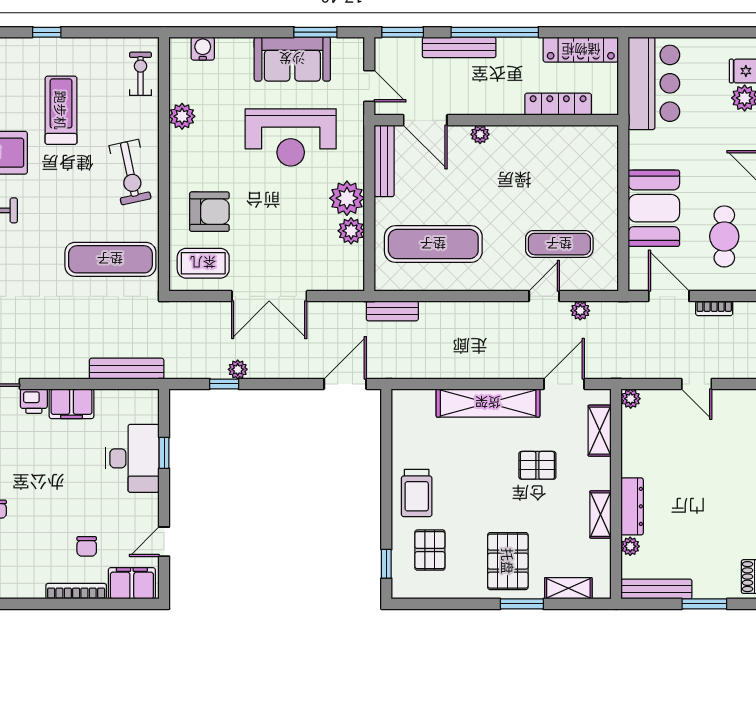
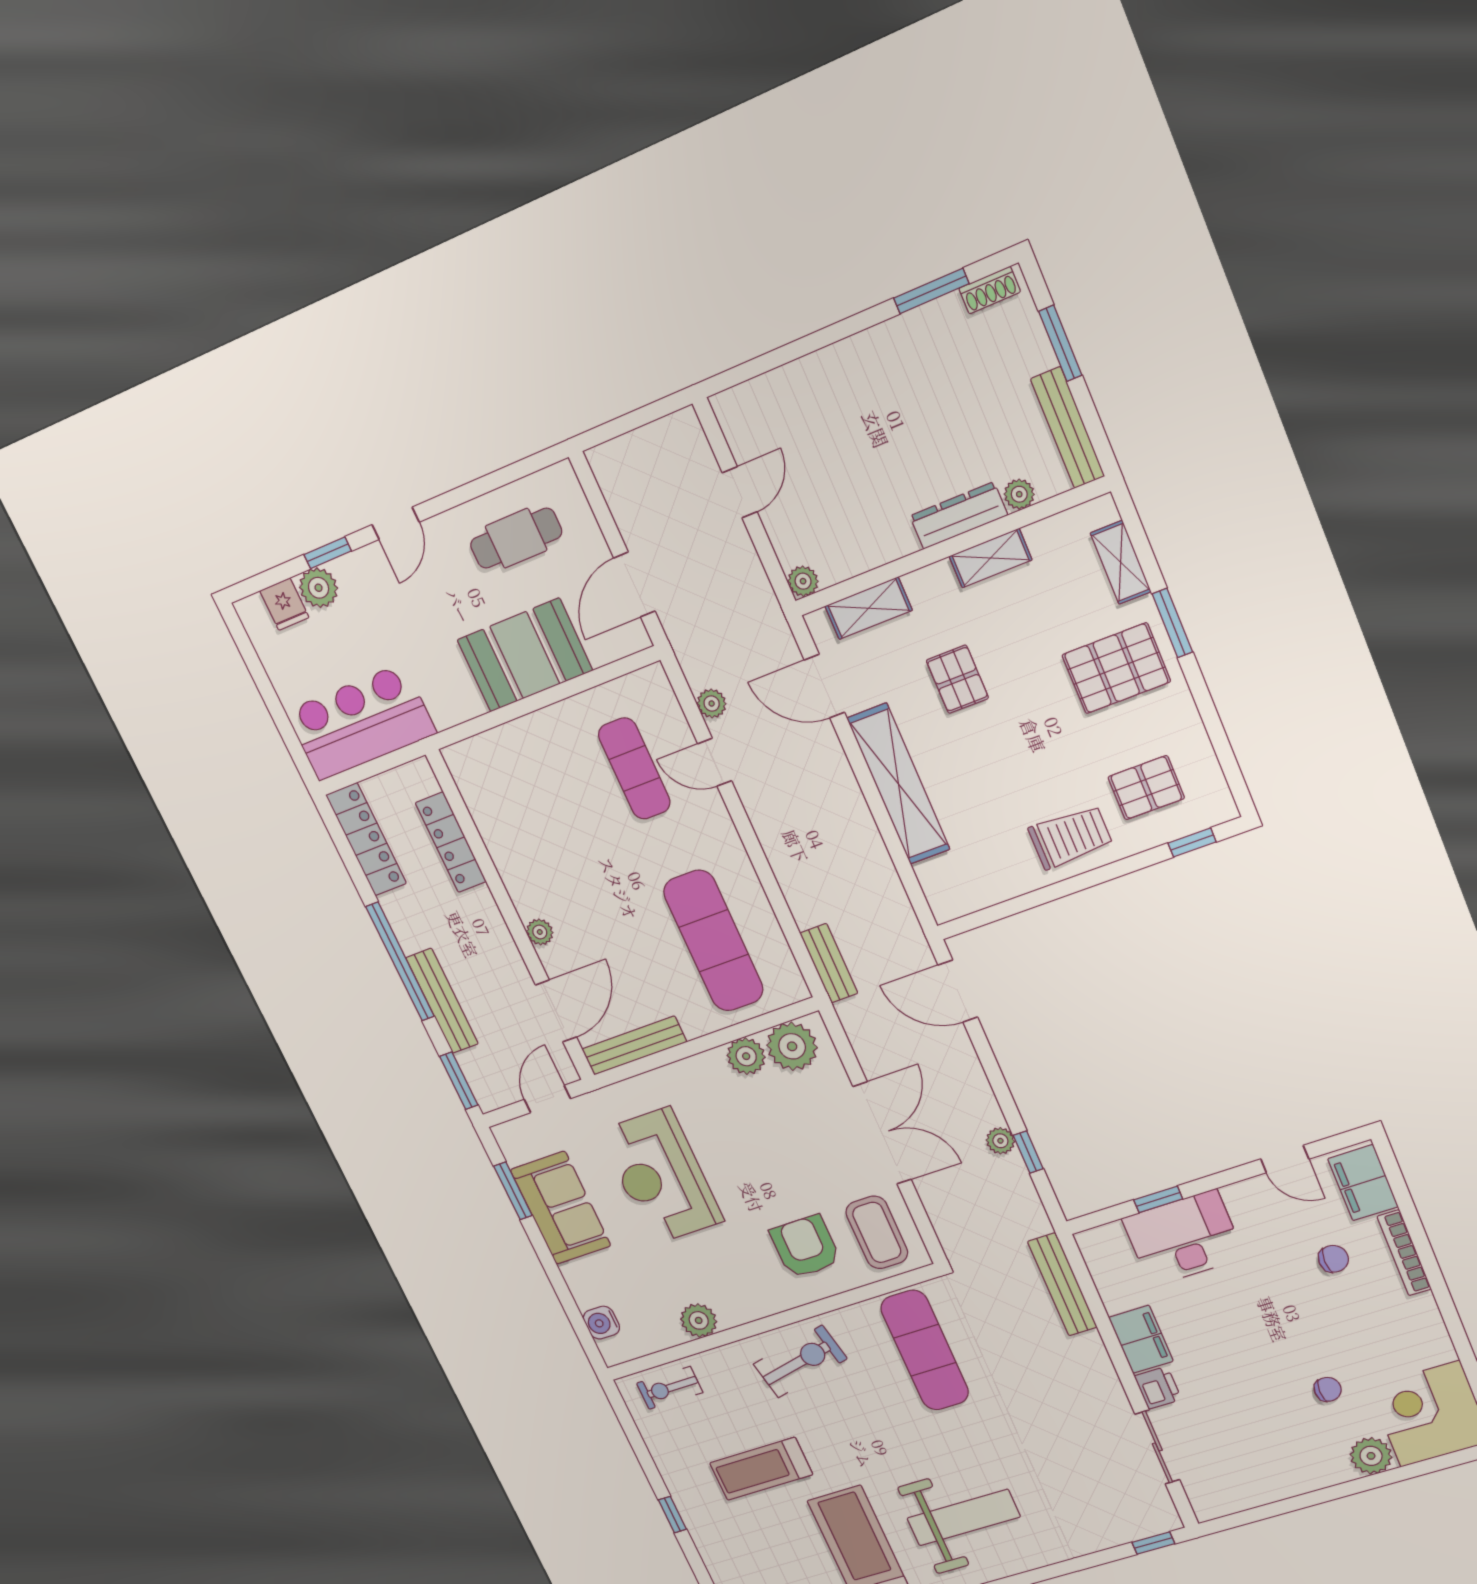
reception desk: (291, 137) -> (661, 1176), turned 180
plant: (347, 198) -> (792, 1046), moved
bookcase: (714, 308) -> (622, 511), removed

